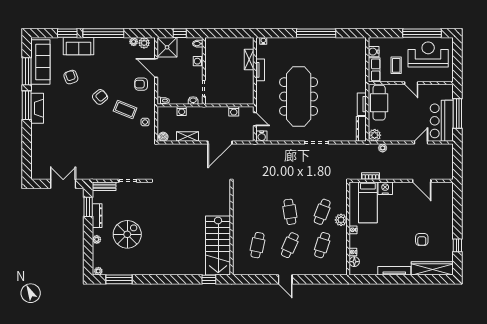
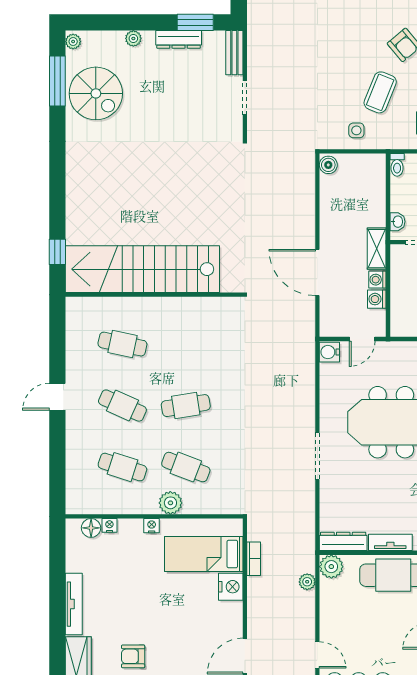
washing machine: (182, 111) -> (377, 280), moved
shelving: (188, 137) -> (377, 249), moved
spiral stairs: (127, 234) -> (96, 93), moved
stairs: (218, 245) -> (142, 269), width x1.36

